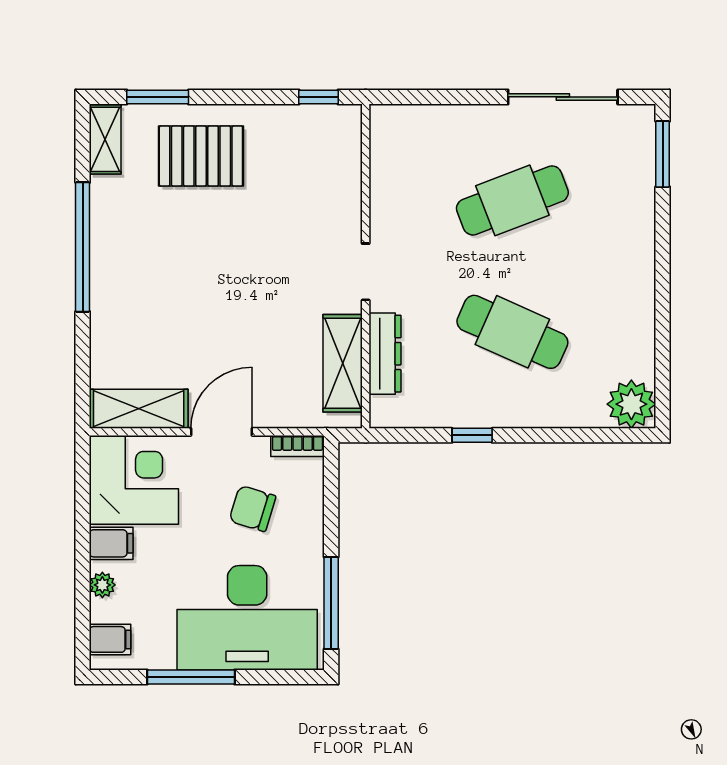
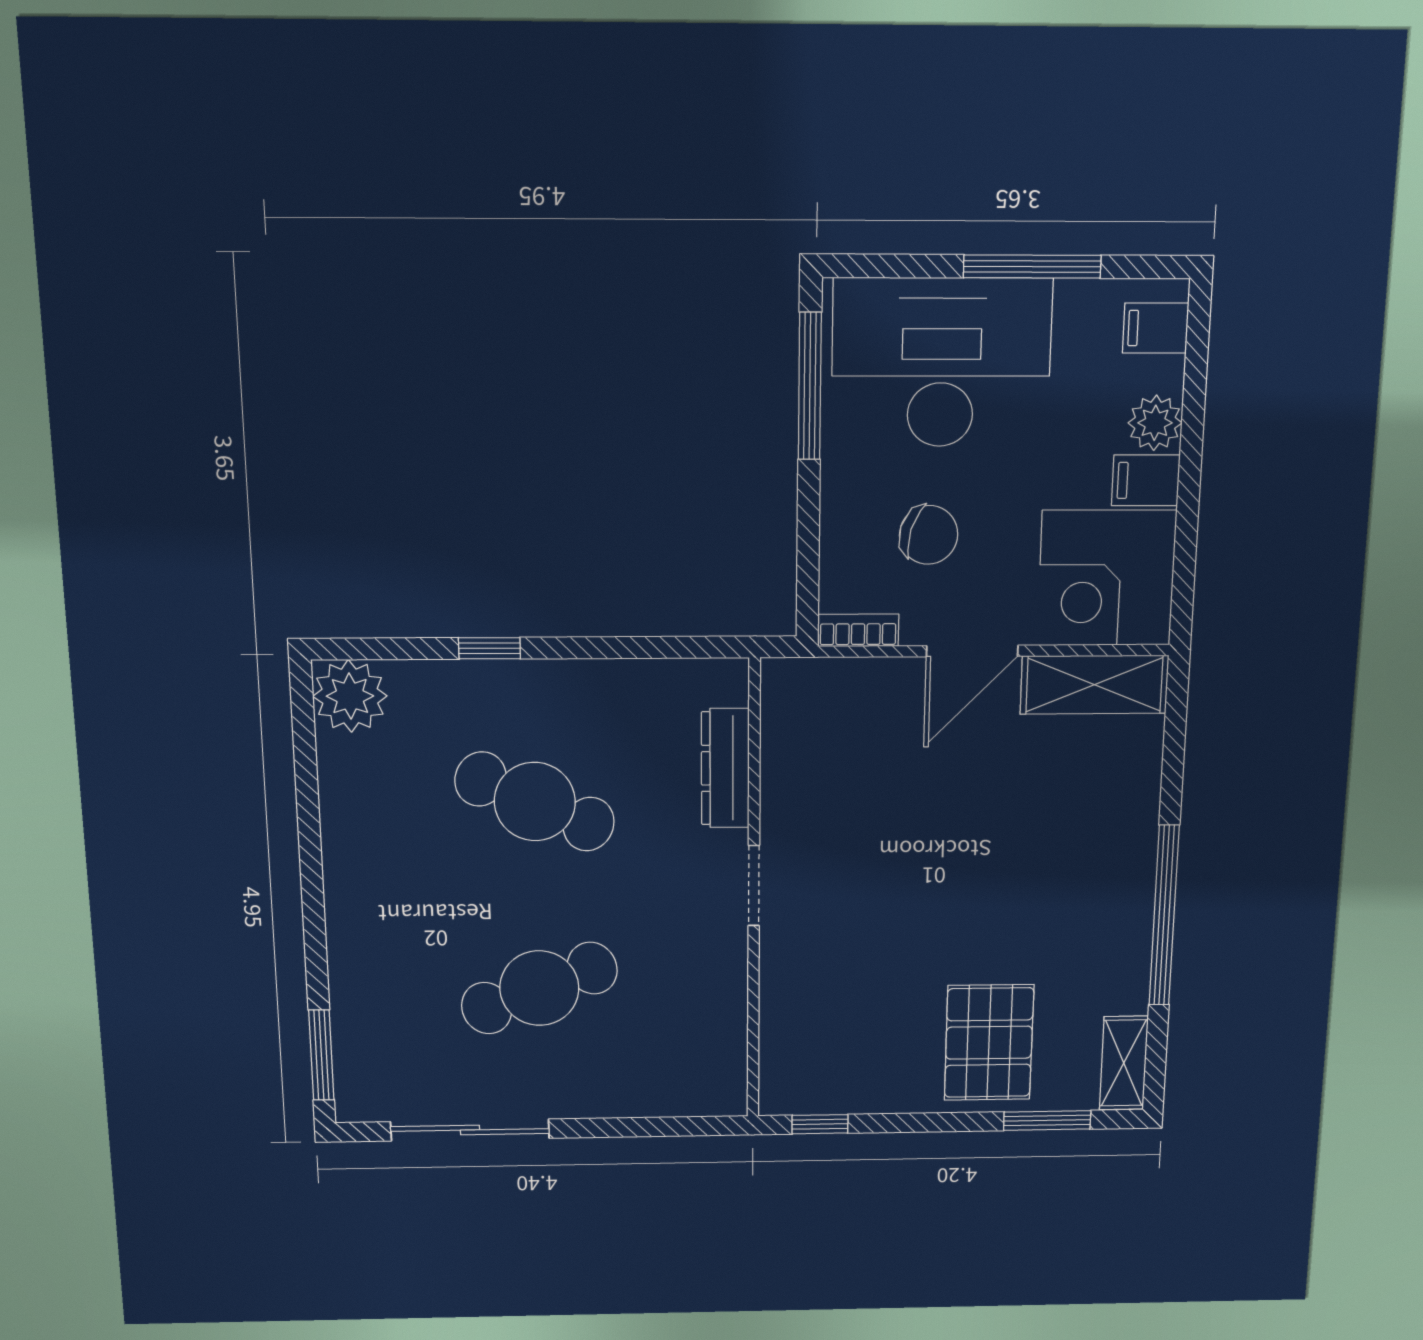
pallet: (201, 156) -> (989, 1043), turned 90
shelving: (343, 363) -> (789, 754), removed
window: (472, 435) -> (489, 648), moved
plant: (102, 585) -> (1155, 423), width x1.38, depth x1.38

